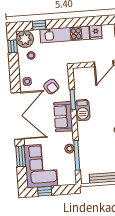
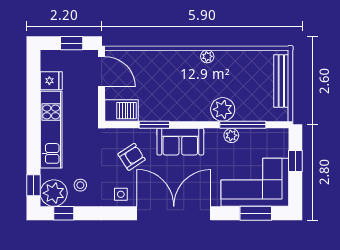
window: (39, 25) -> (34, 185), moved
barbecue: (82, 110) -> (122, 111), moved
plant: (86, 142) -> (223, 109), added
window: (21, 156) -> (256, 213), moved
window: (45, 191) -> (295, 161), moved

